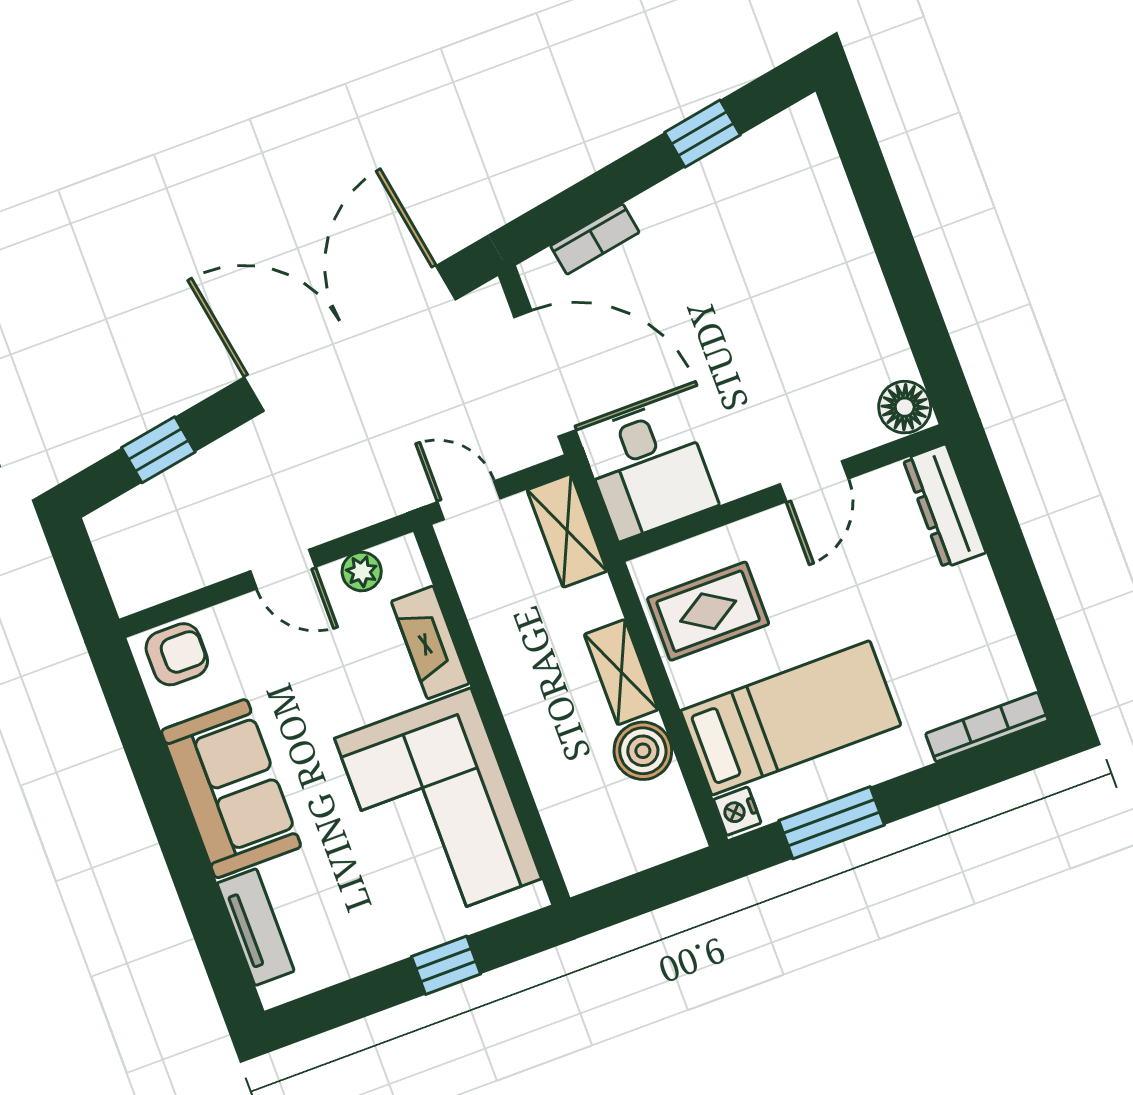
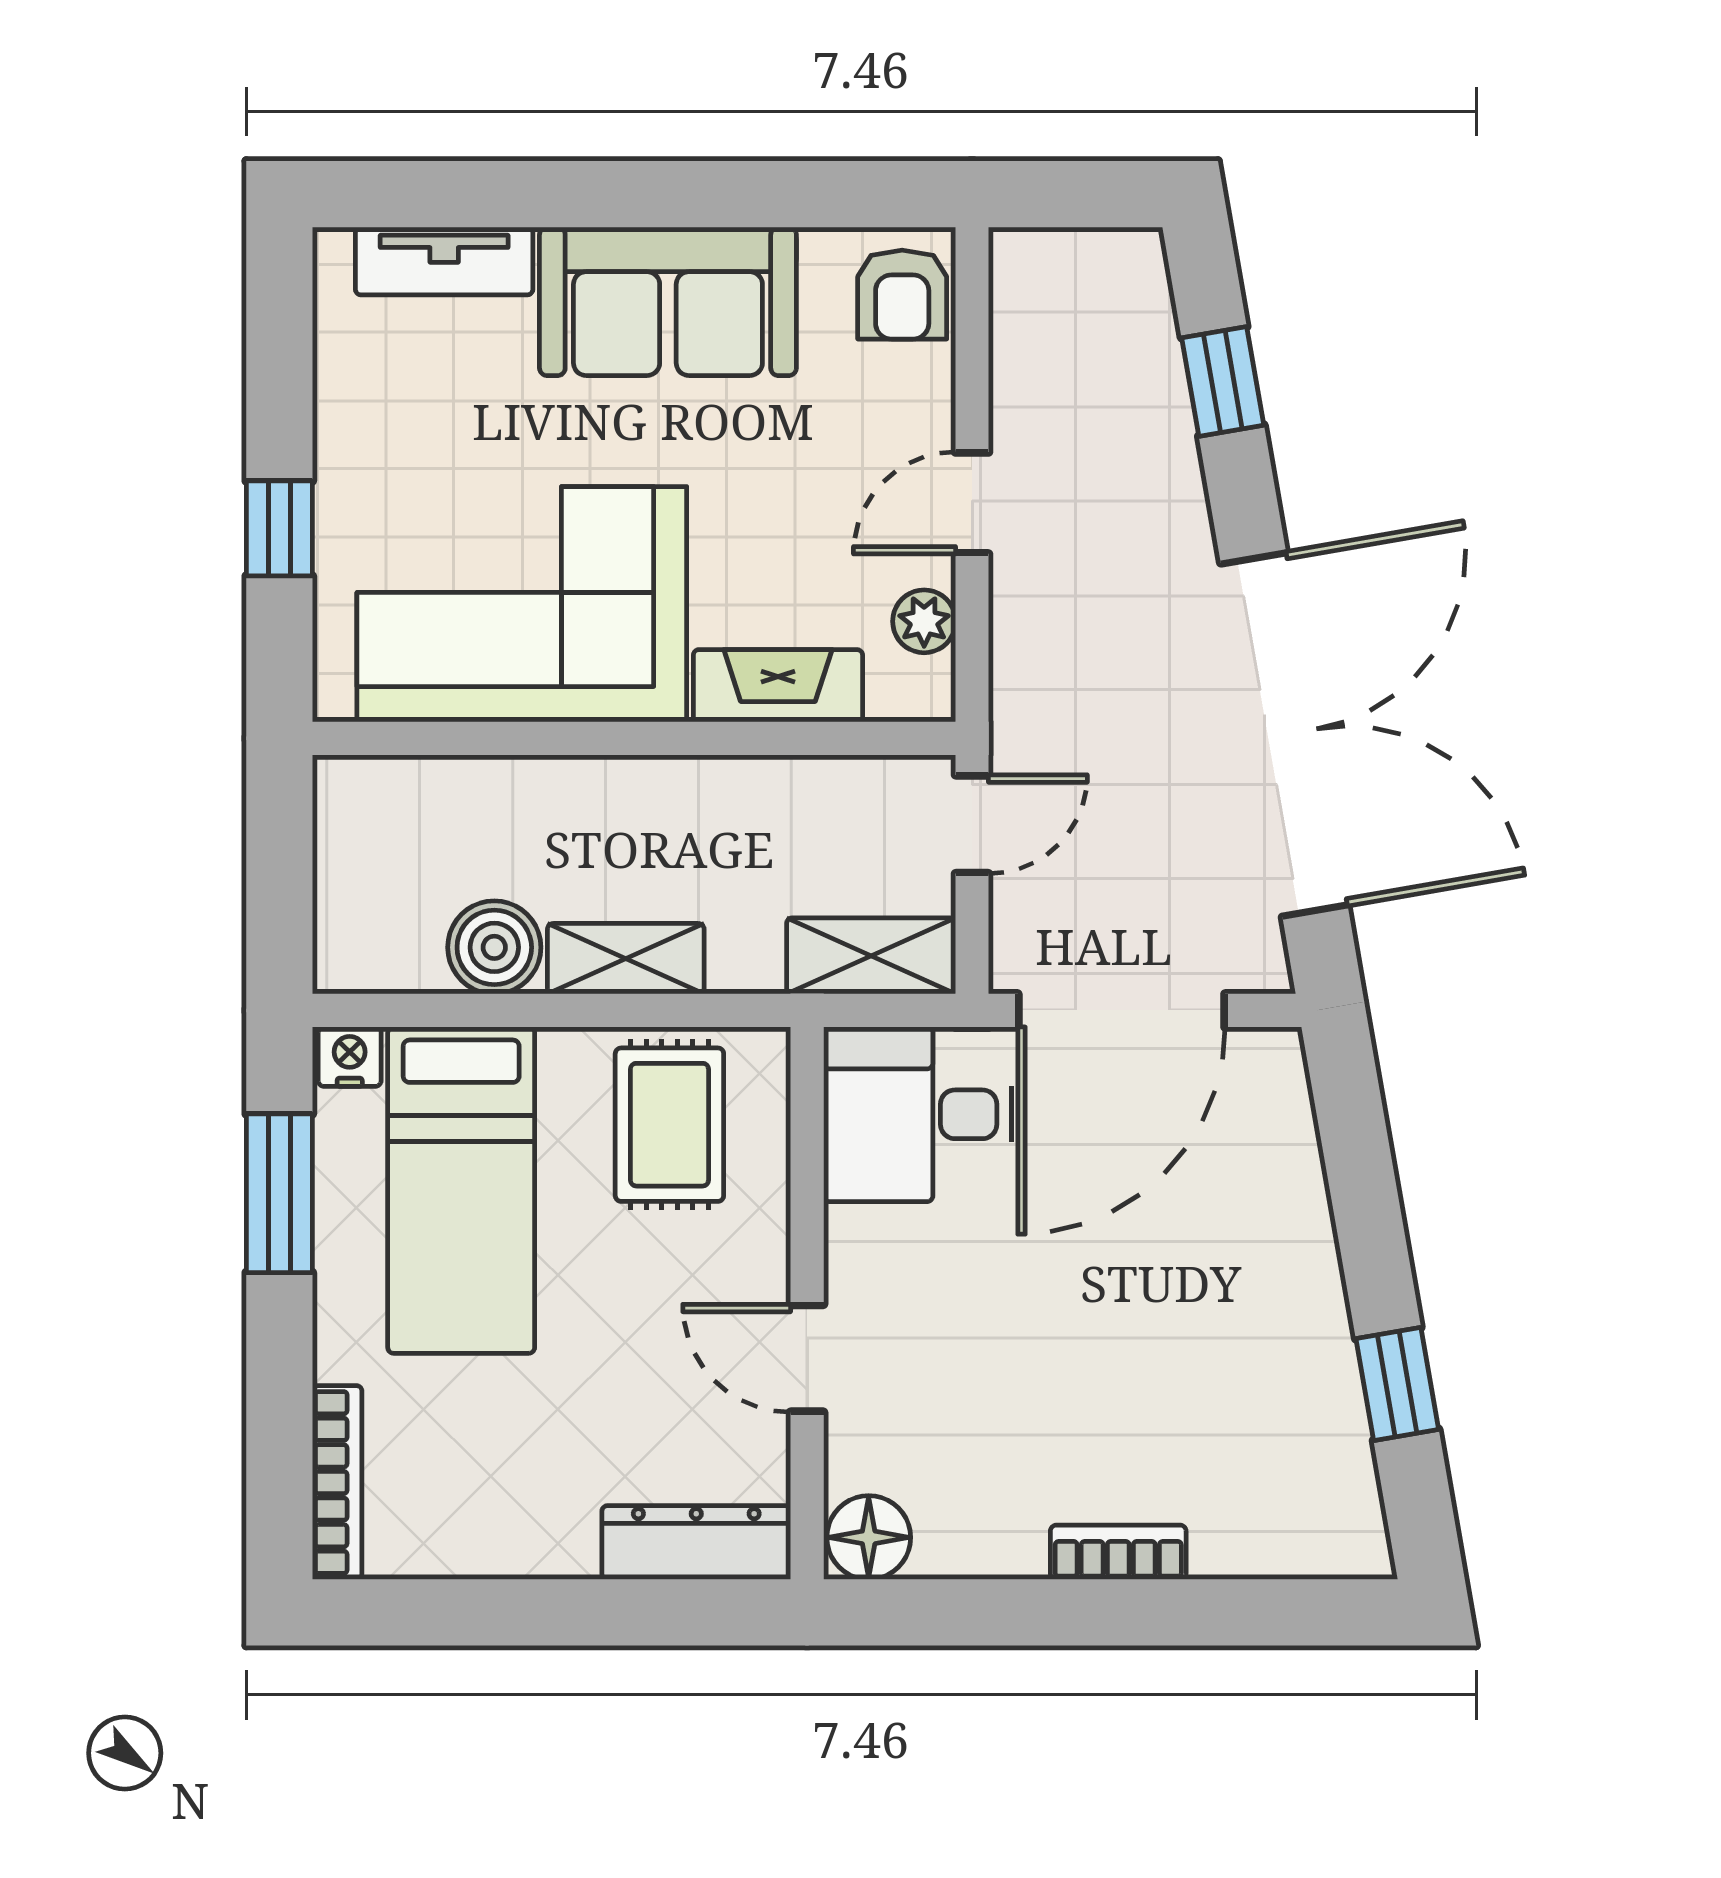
bookcase: (595, 239) -> (1118, 1552), moved, turned 100

